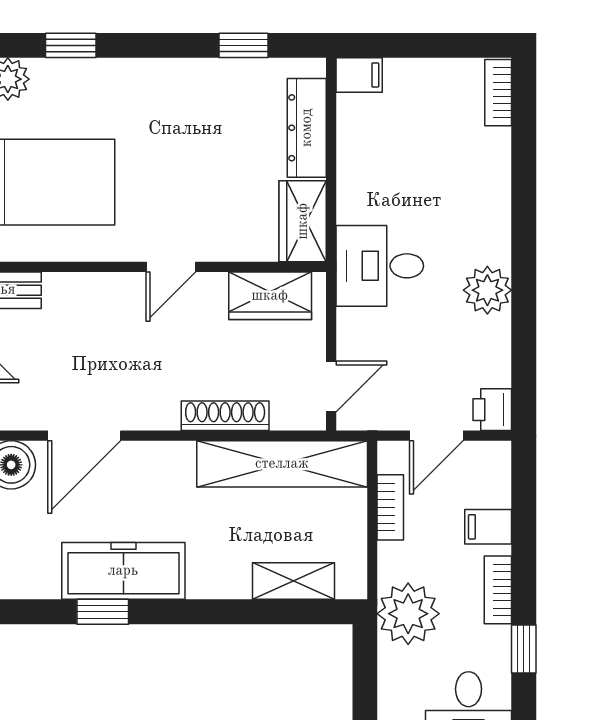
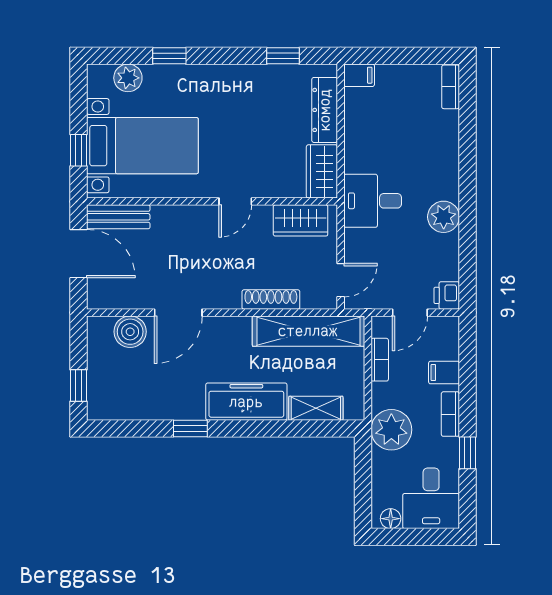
freezer: (123, 571) -> (246, 402), moved

